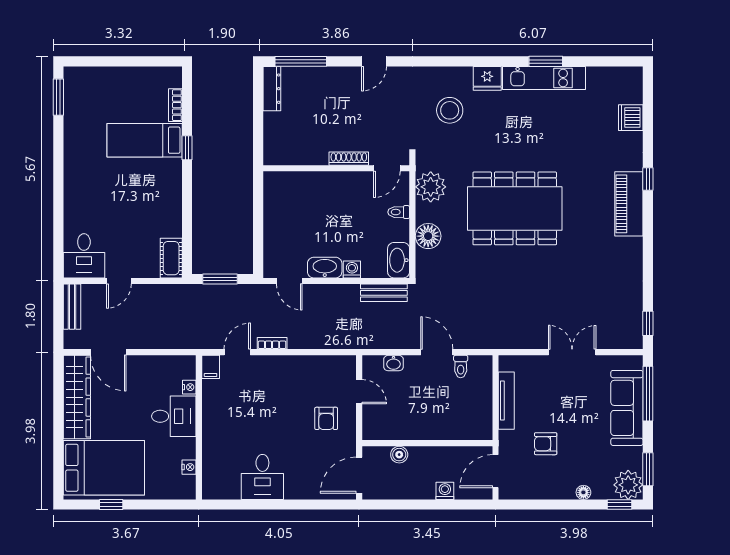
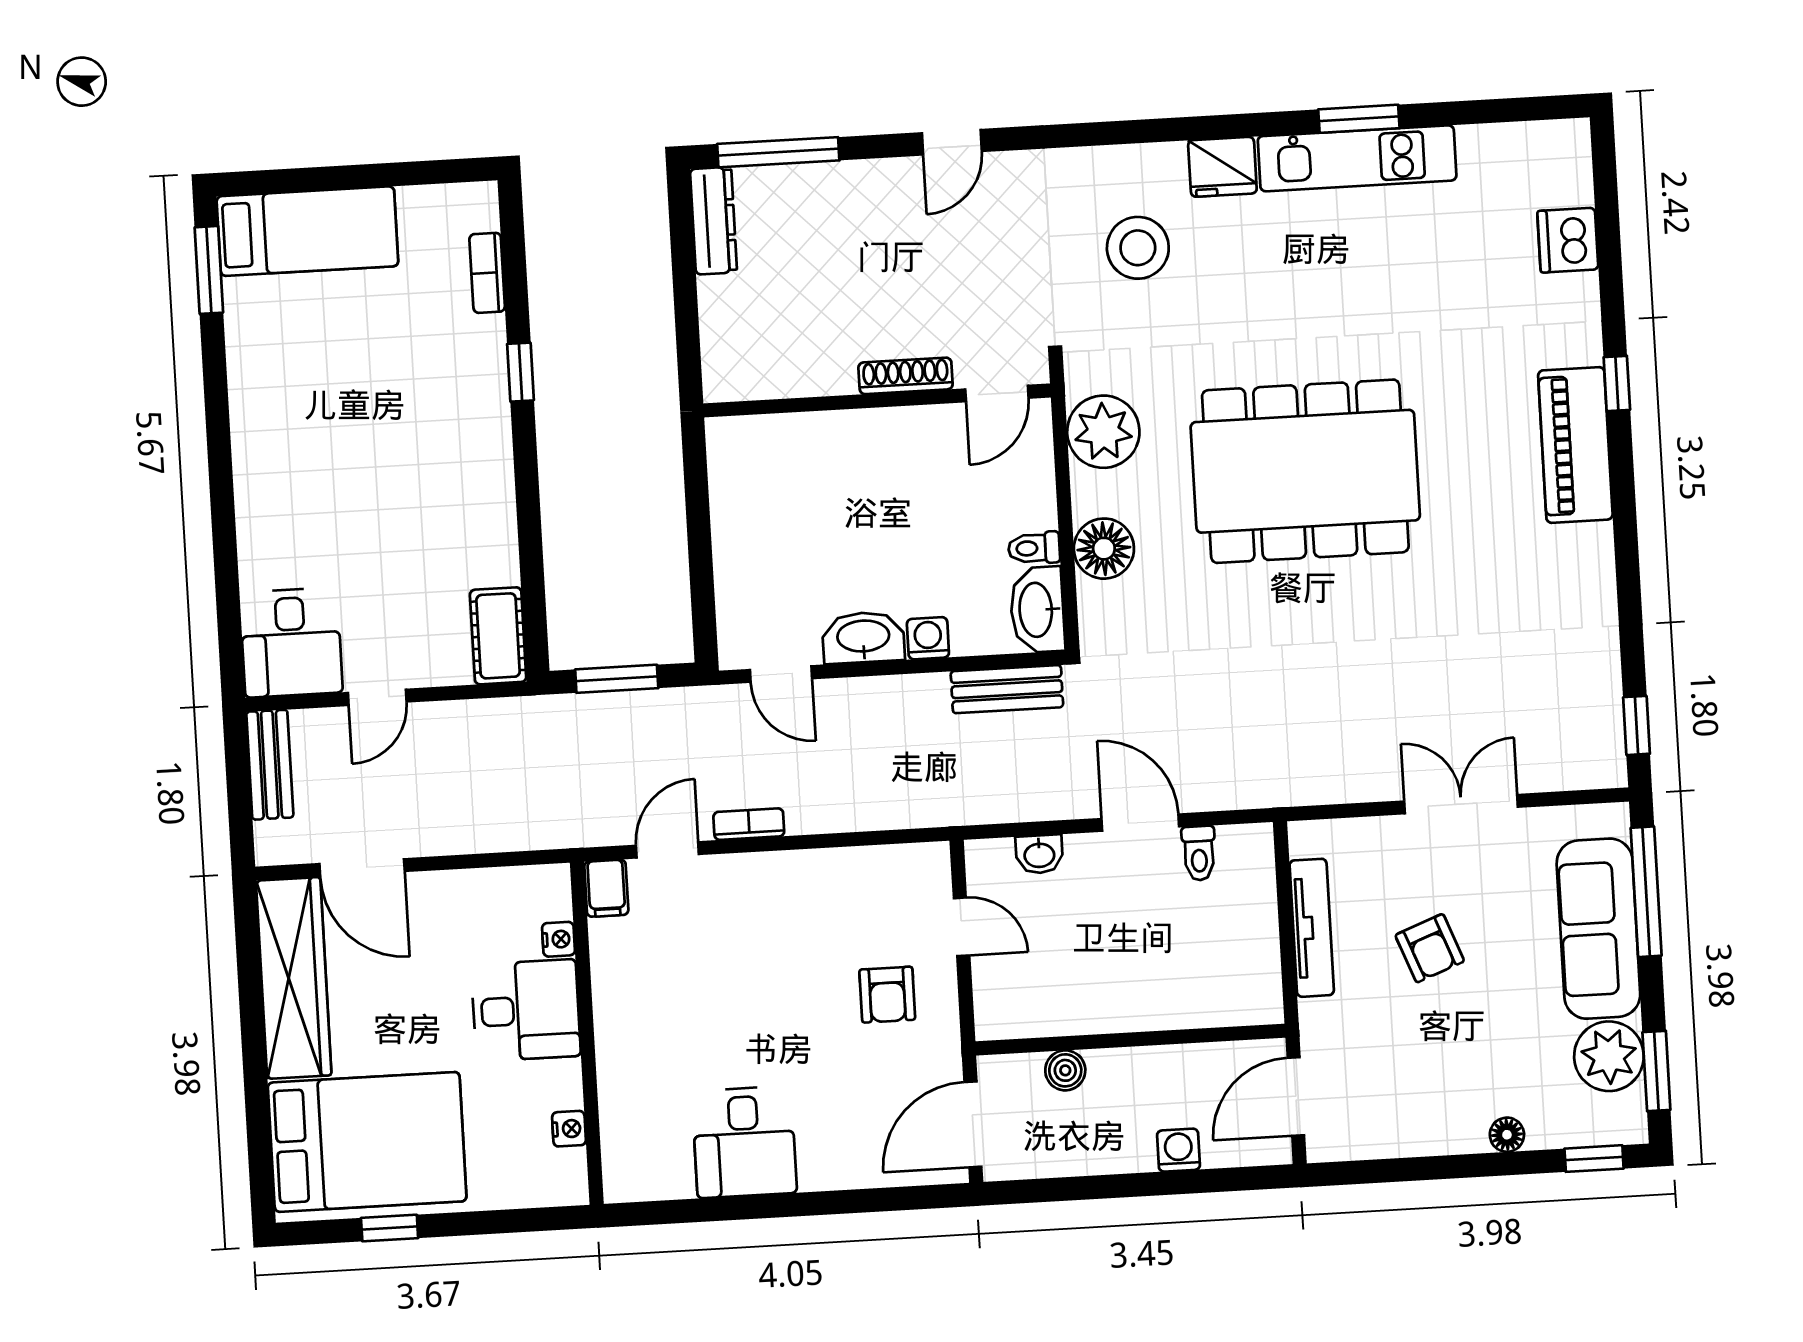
bed: (145, 140) -> (307, 231), moved, turned 180
toilet: (399, 212) -> (1034, 548), moved
armchair: (546, 444) -> (1430, 948), moved, turned -111
plant: (628, 485) -> (1609, 1056), moved

